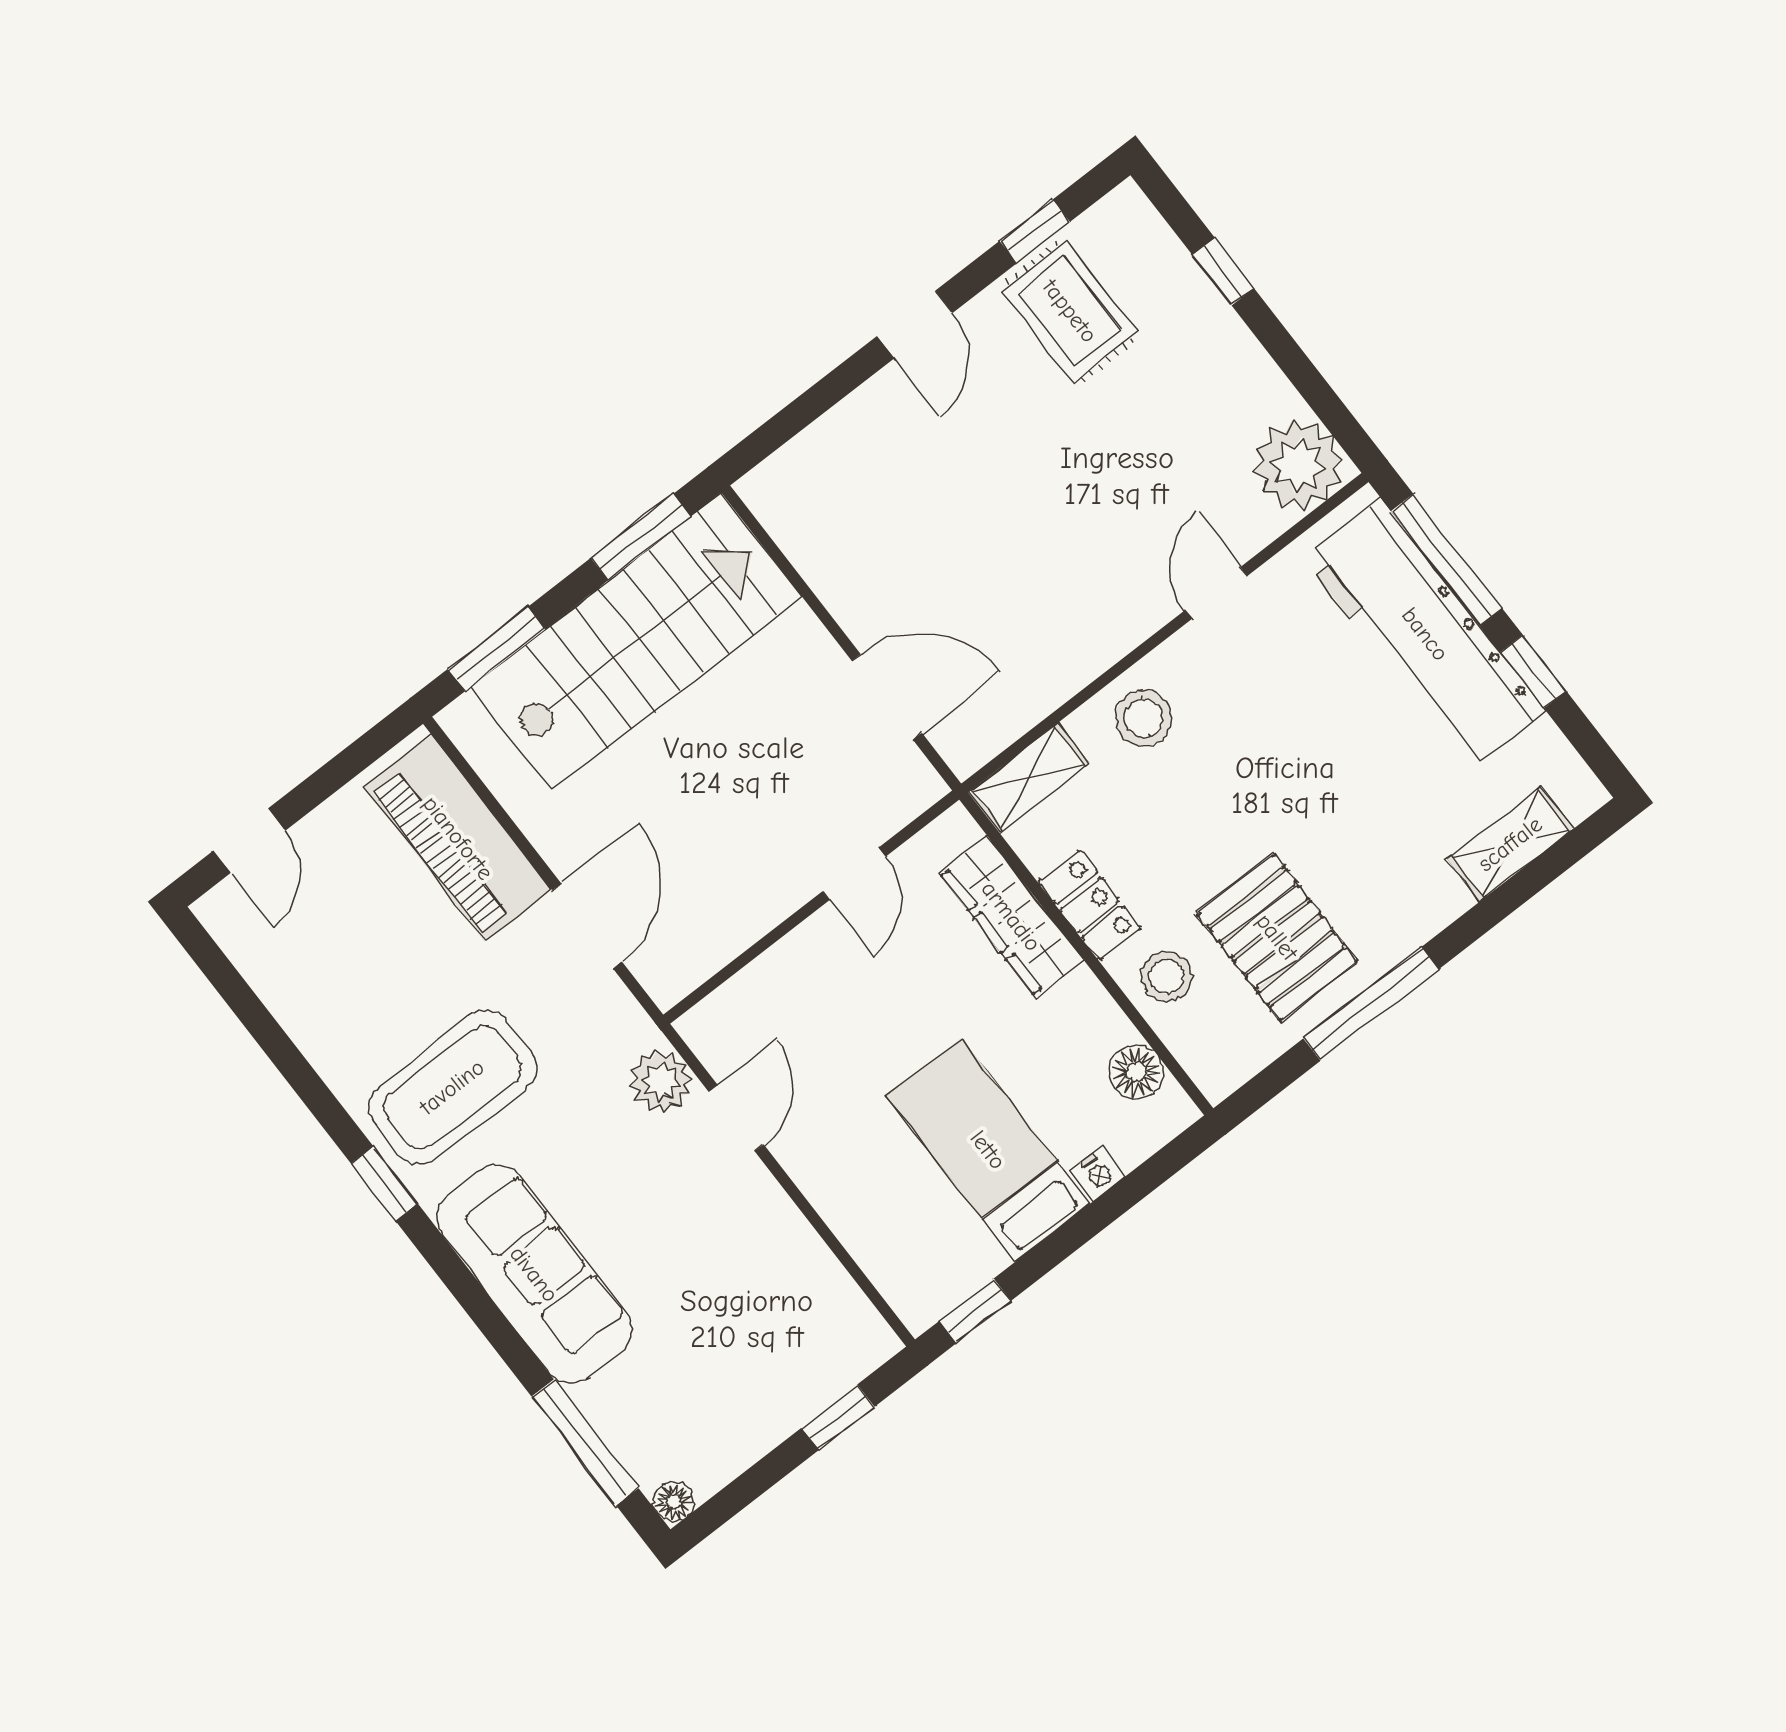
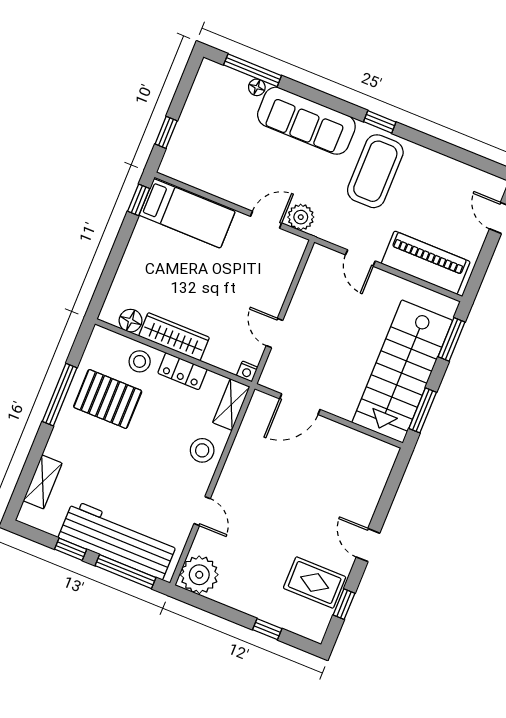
wardrobe: (1011, 916) -> (174, 337), moved
door: (587, 926) -> (360, 258), width x0.73
door: (736, 1118) -> (266, 220), swing flipped
bed: (988, 1150) -> (187, 213), moved
nightstand: (1098, 1173) -> (247, 371), moved, turned -90
floor lamp: (674, 1502) -> (257, 87), moved

